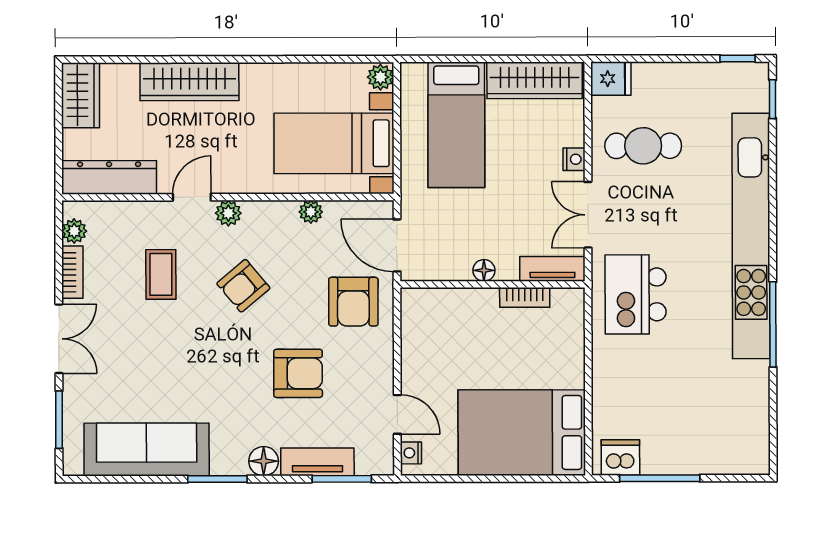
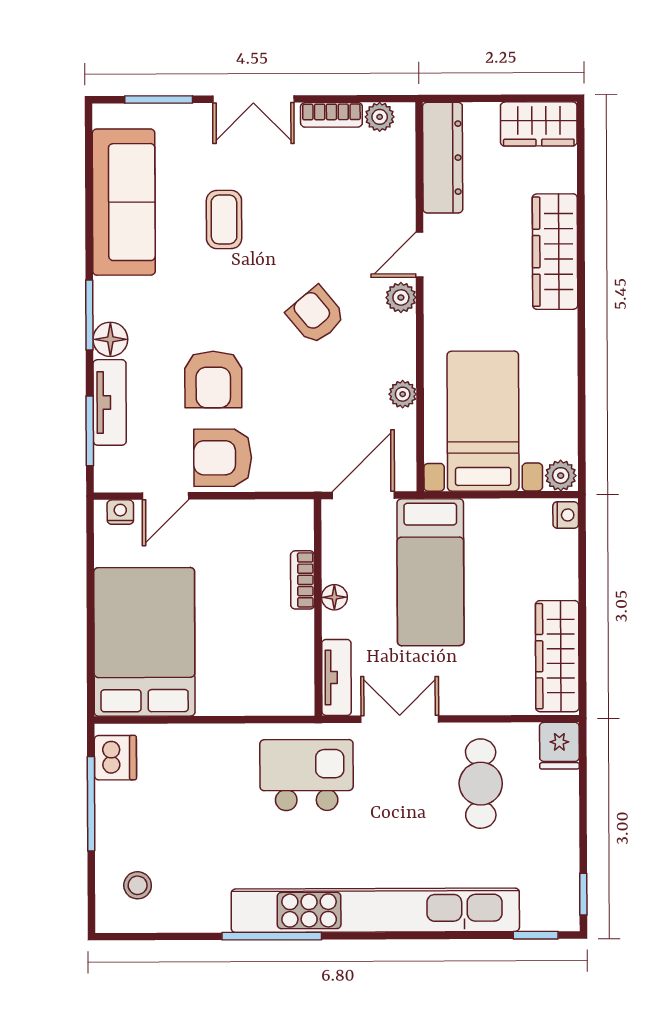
bed: (456, 125) -> (430, 572), moved, turned -90
nightstand: (574, 159) -> (566, 515), moved, turned -90
door: (192, 197) -> (420, 255), swing flipped
coffee table: (161, 274) -> (224, 219), moved, turned 90
bookcase: (525, 297) -> (303, 580), moved
armchair: (353, 302) -> (223, 458), moved
stool: (729, 439) -> (138, 885), added
window: (217, 479) -> (89, 315), moved

